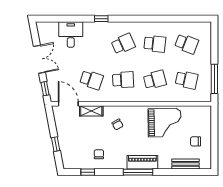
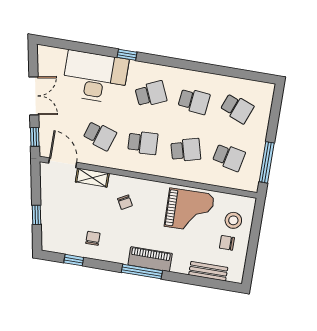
desk: (71, 34) -> (95, 77), width x1.87, depth x1.30
stool: (197, 125) -> (233, 220), added

